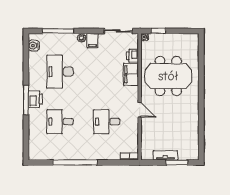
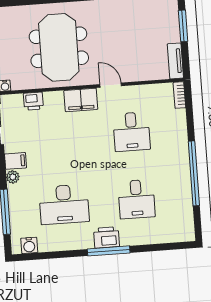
filing cabinet: (131, 74) -> (81, 100), moved
door: (140, 110) -> (111, 85), hinge flipped
tv unit: (165, 155) -> (175, 61), moved

